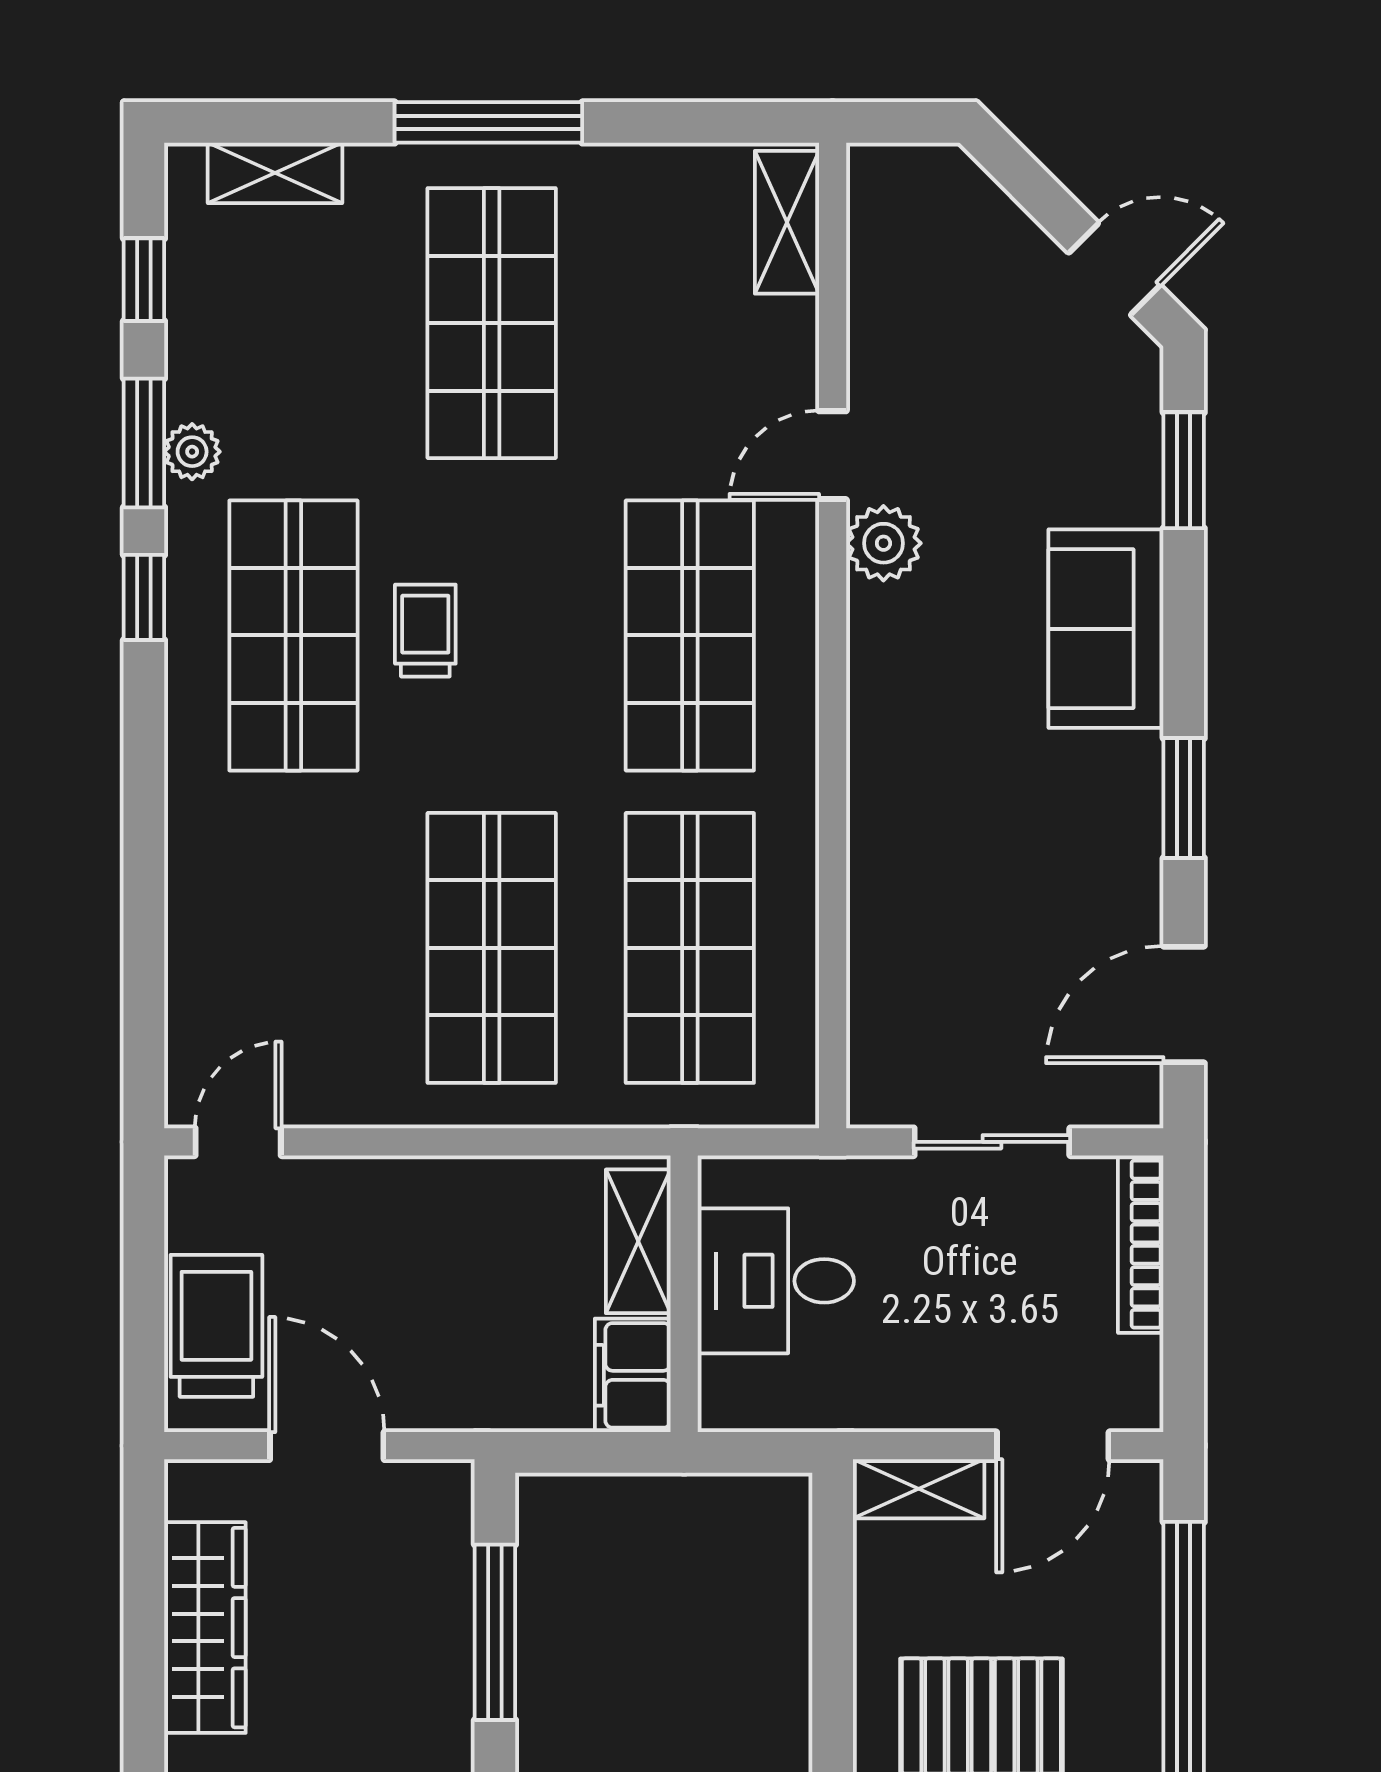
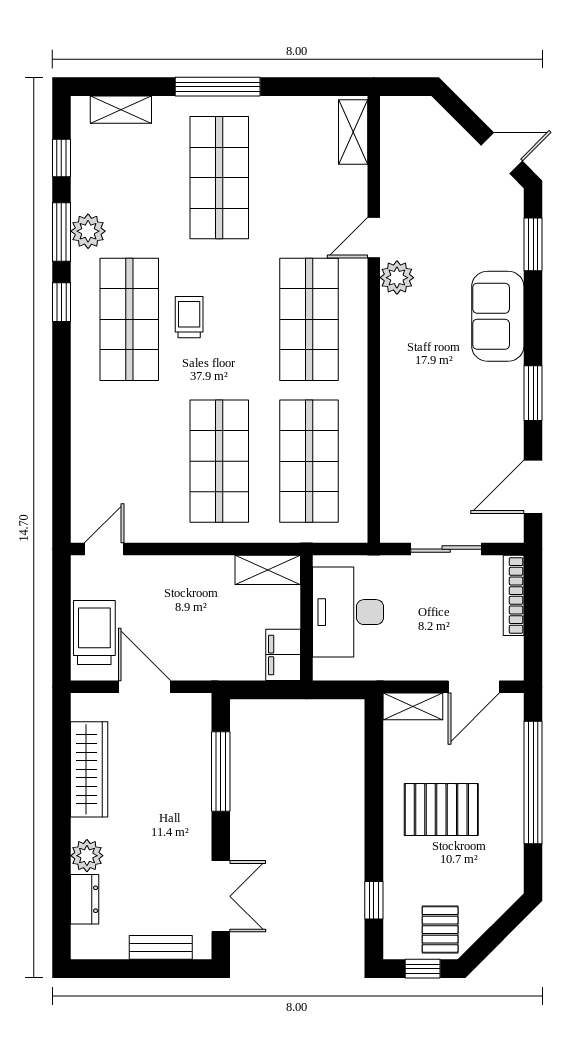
plant: (192, 452) -> (88, 231), width x1.38, depth x1.38
shelving: (638, 1241) -> (268, 570), moved, turned 90
desk: (776, 1281) -> (348, 612), width x1.37

